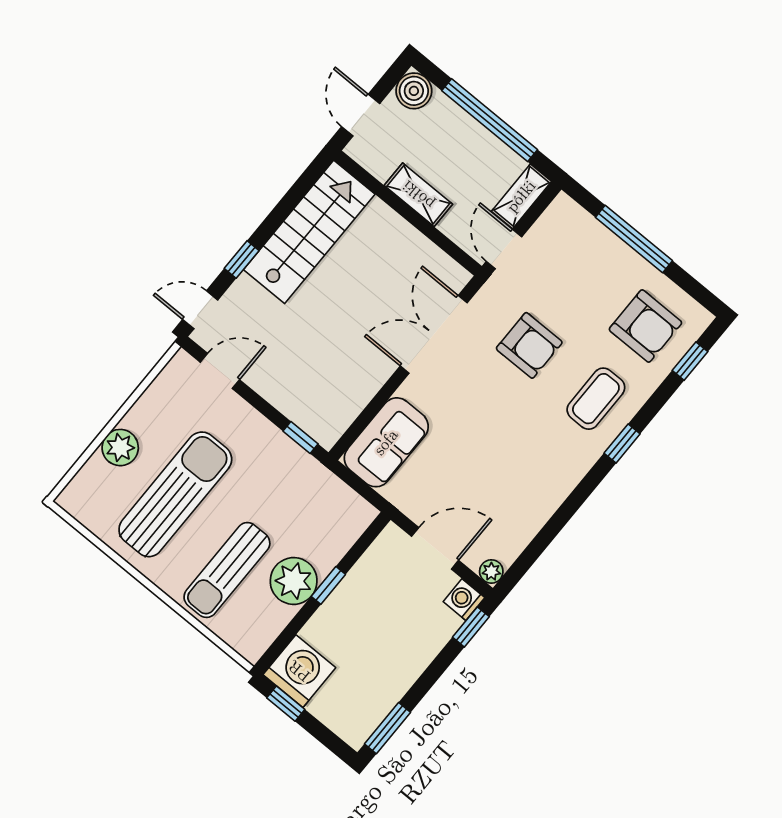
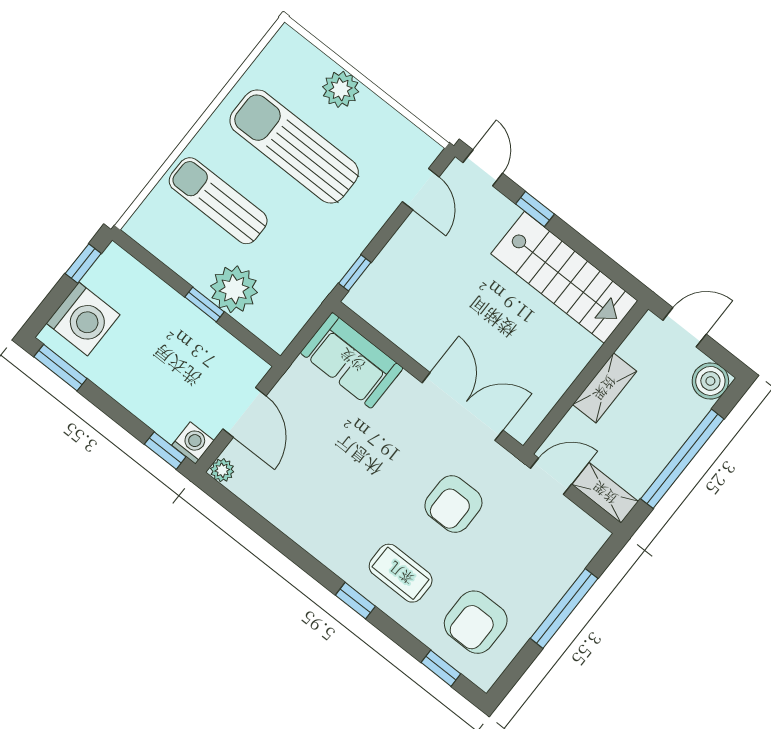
sun lounger: (175, 494) -> (294, 146), turned 180
plant: (294, 581) -> (234, 289), moved
washing machine: (299, 671) -> (83, 319), moved

